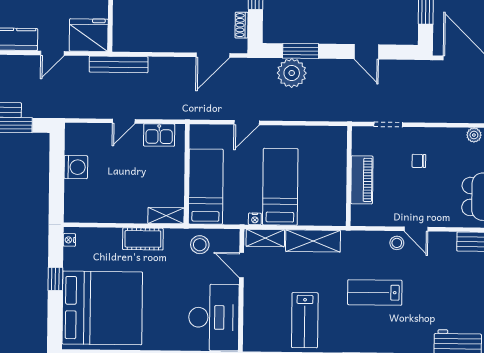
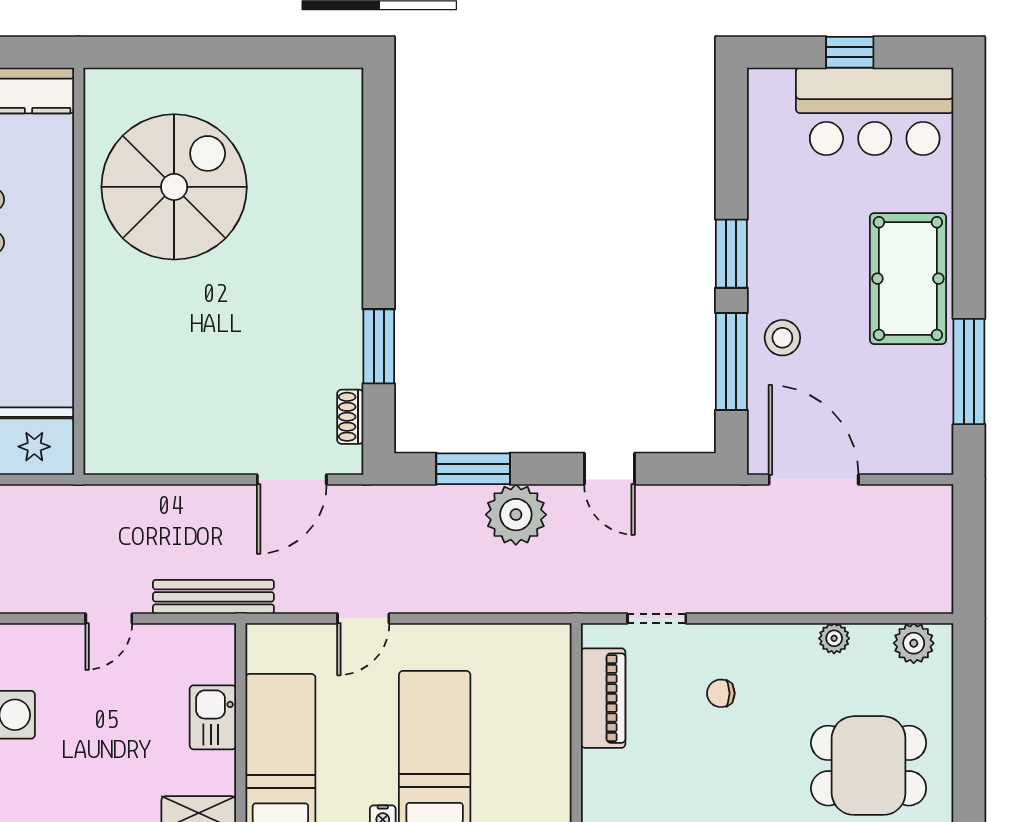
bench: (119, 64) -> (213, 597), moved
plant: (292, 73) -> (516, 515), moved
kitchen sink: (159, 135) -> (213, 717), moved, turned 90
piano: (362, 180) -> (603, 698), moved

